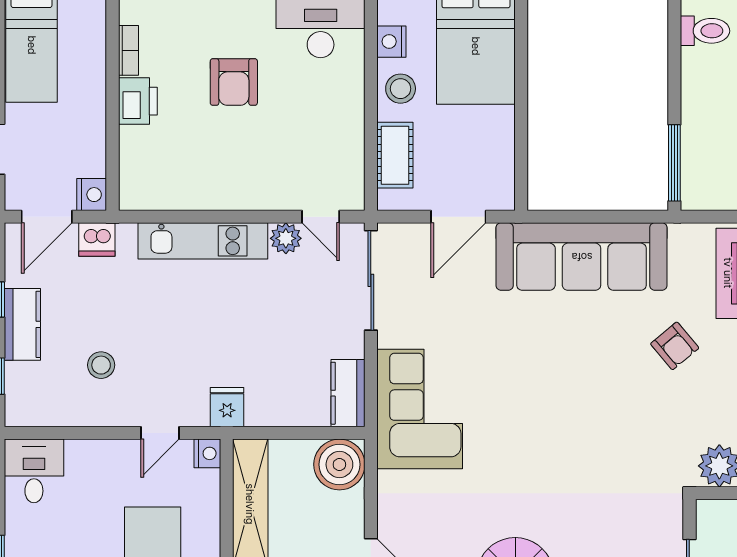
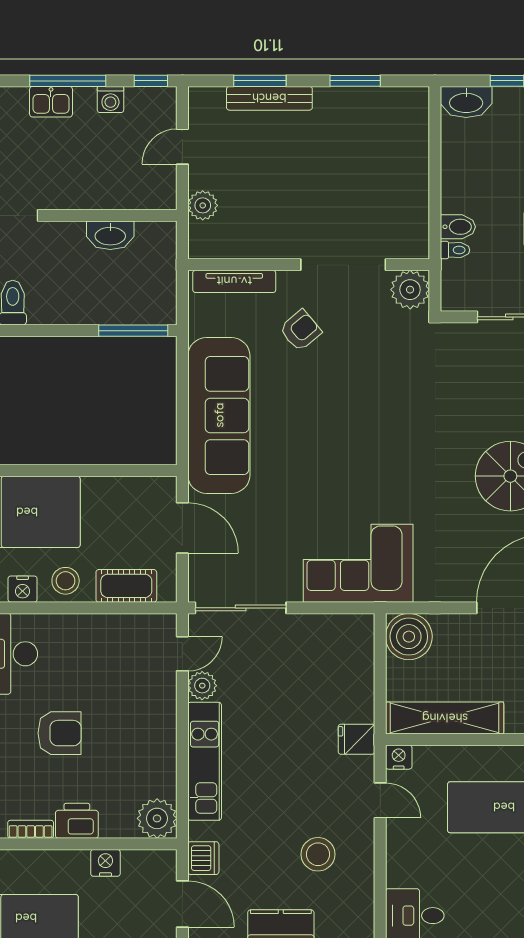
plant: (140, 189) -> (157, 818), added
nightstand: (92, 195) -> (105, 863), moved
stool: (101, 365) -> (318, 854), width x1.38, depth x1.38
kitchen counter: (348, 393) -> (344, 629), removed

